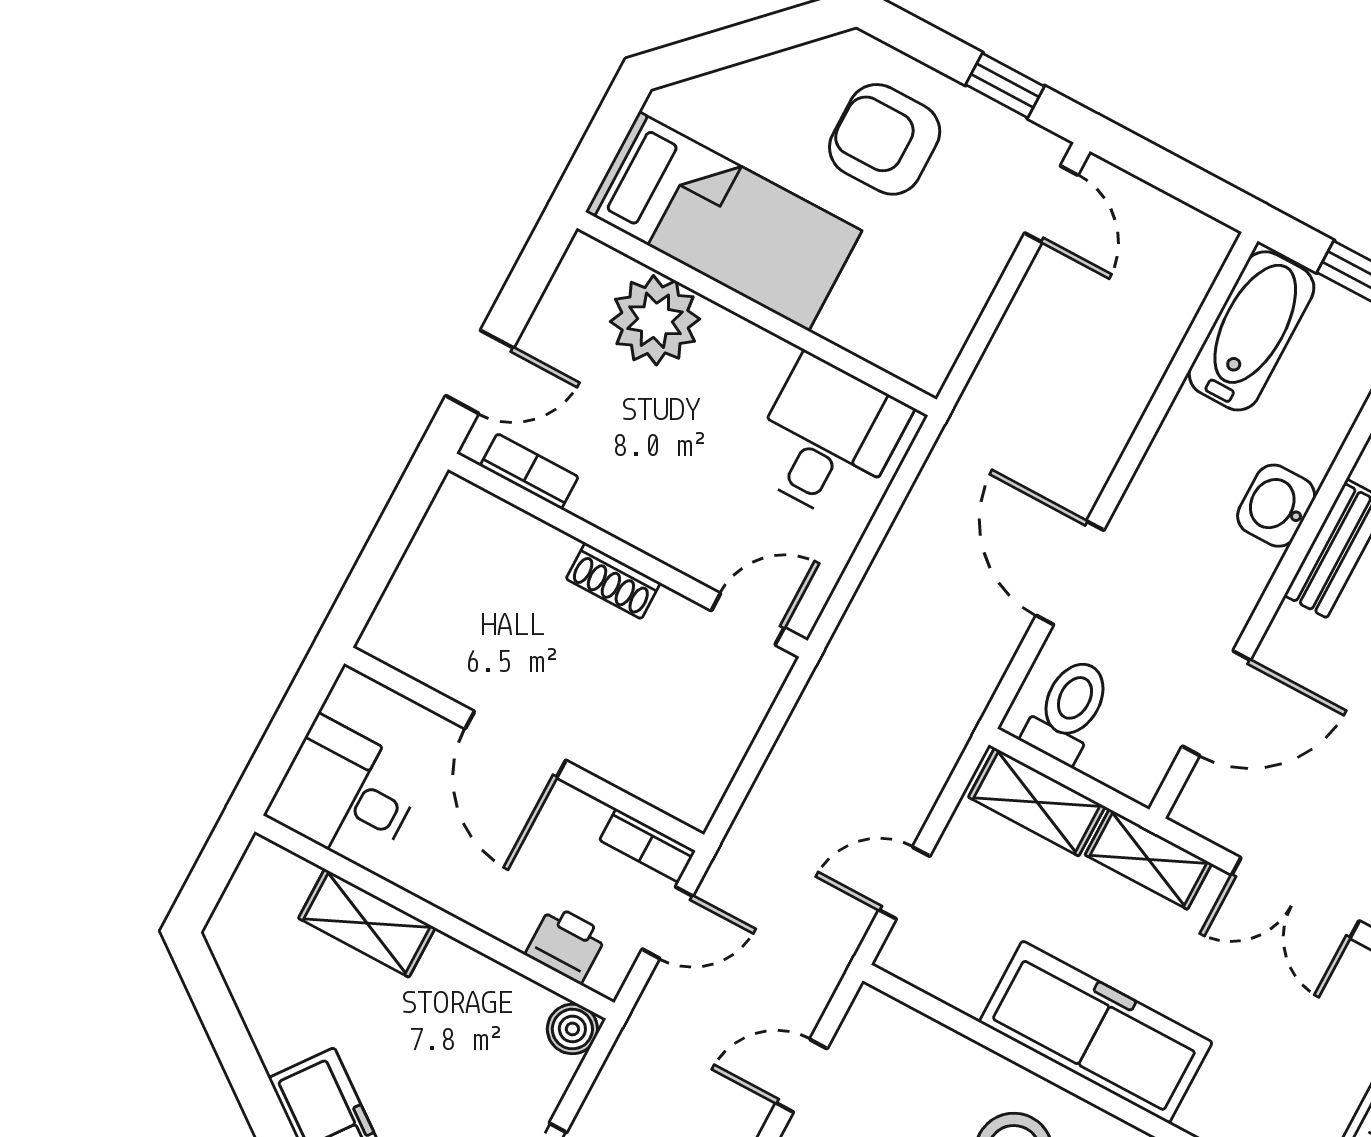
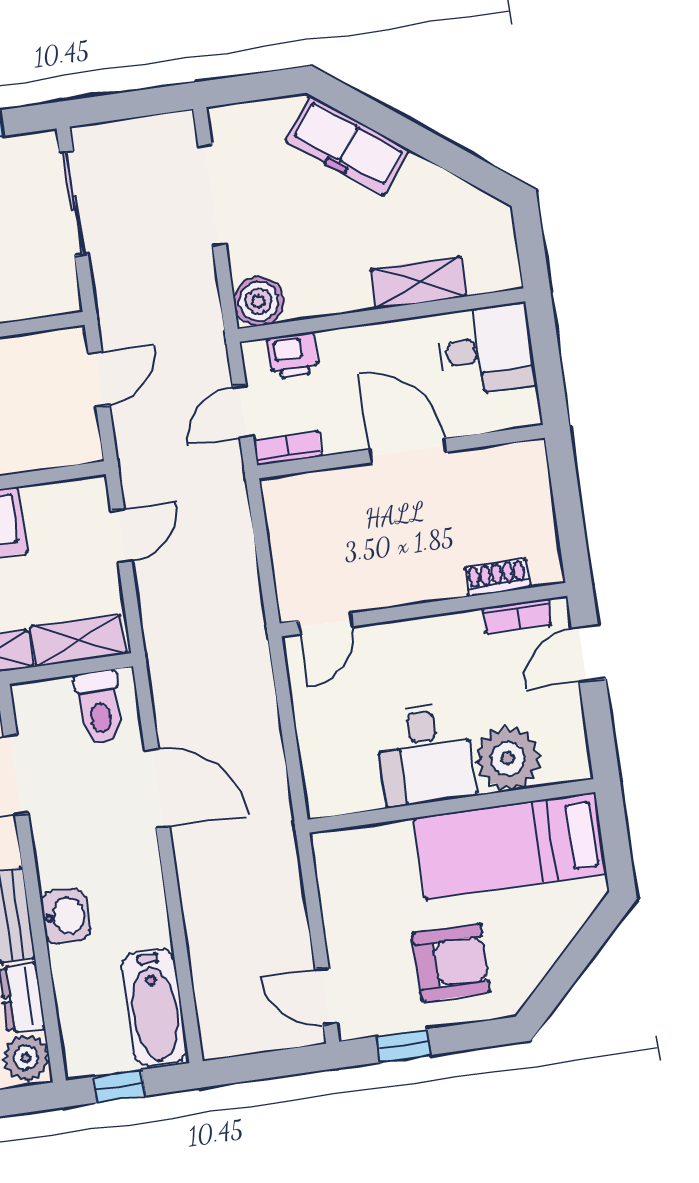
desk: (828, 439) -> (425, 753), moved
shoe rack: (613, 581) -> (497, 577), moved
boiler: (572, 1029) -> (259, 301), width x1.36, depth x1.36

